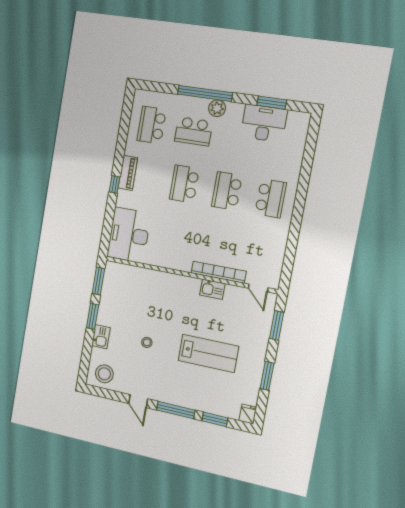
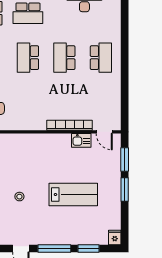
kitchen sink: (212, 289) -> (81, 140), moved
window: (267, 376) -> (125, 190), moved

